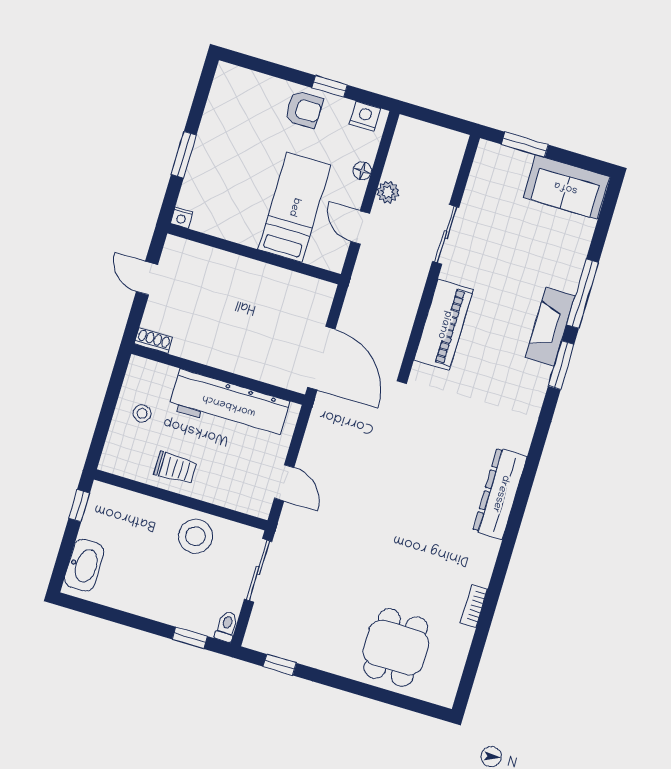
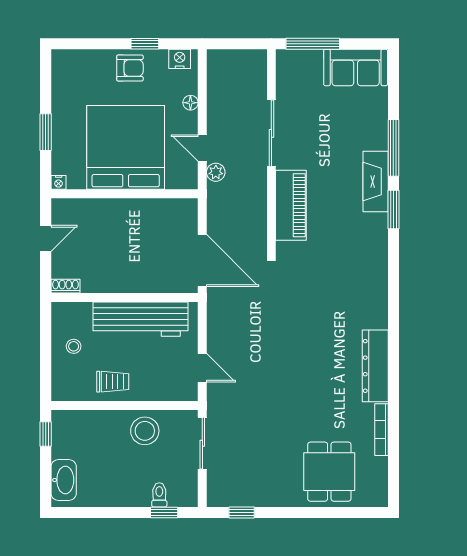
window: (525, 145) -> (313, 44), width x1.44
plant: (388, 192) -> (216, 172), moved
bed: (294, 207) -> (126, 147), width x2.04
sliding door: (446, 235) -> (271, 133), width x1.37
door: (147, 278) -> (46, 238), swing flipped
dresser: (500, 494) -> (375, 366), moved
bookcase: (474, 606) -> (381, 430), width x1.56
toilet: (226, 626) -> (159, 495), moved

